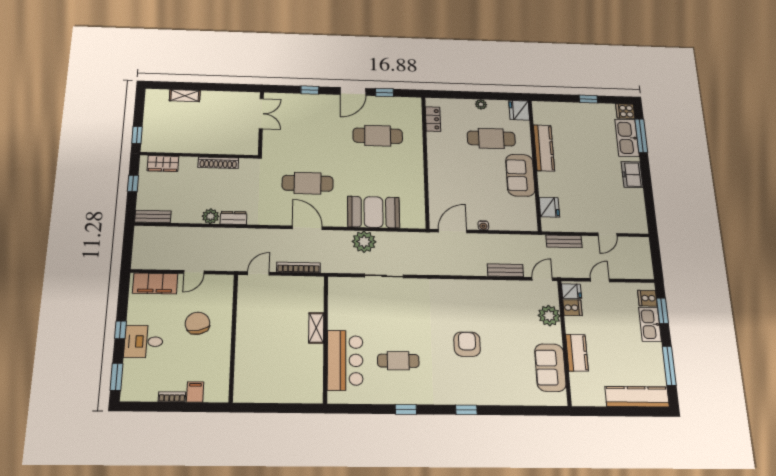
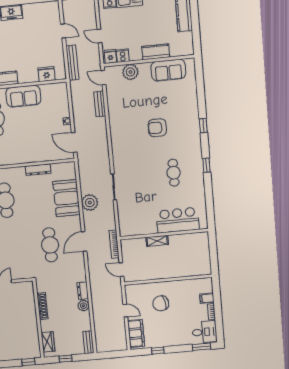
dresser: (417, 181) -> (38, 170), added
bench: (564, 241) -> (72, 63), width x1.36
shelving: (316, 328) -> (157, 241), moved
window: (120, 330) -> (158, 351), moved
wall: (325, 339) -> (164, 234), moved
desk: (144, 342) -> (204, 332), moved, turned -90
bar counter: (345, 360) -> (178, 220), moved

